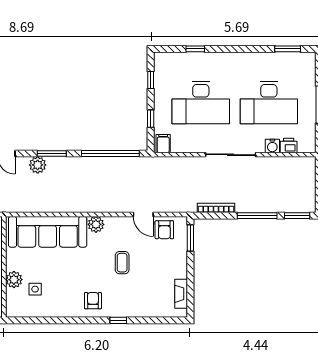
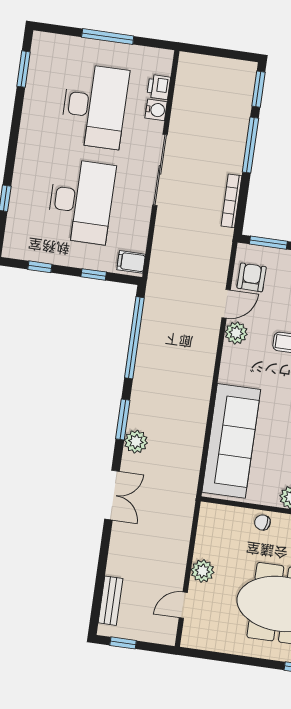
plant: (96, 224) -> (236, 333), moved
armchair: (164, 230) -> (252, 277), turned -89

